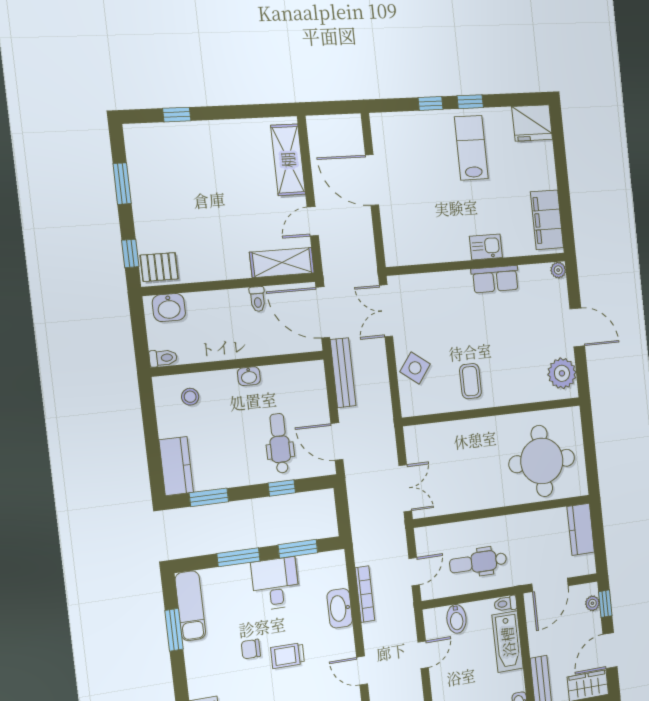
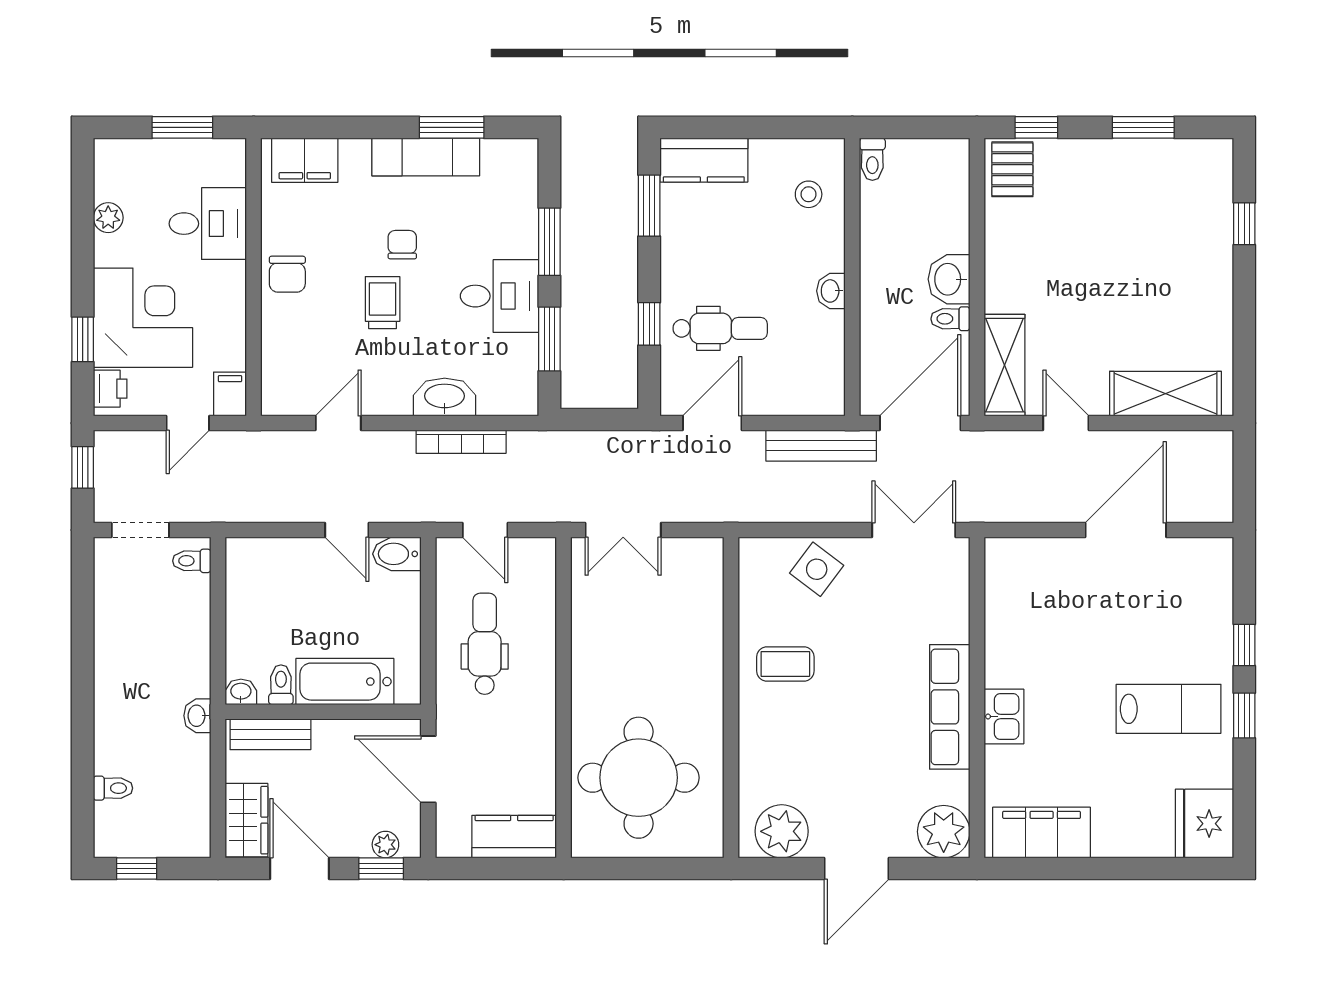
plant: (558, 270) -> (944, 832), width x1.88, depth x1.88
row of seats: (495, 279) -> (950, 707), width x1.48
washbasin: (169, 308) -> (949, 279), moved
toilet: (505, 604) -> (281, 685), moved
exam couch: (190, 606) -> (426, 157), moved
bidet: (456, 619) -> (397, 554), moved

